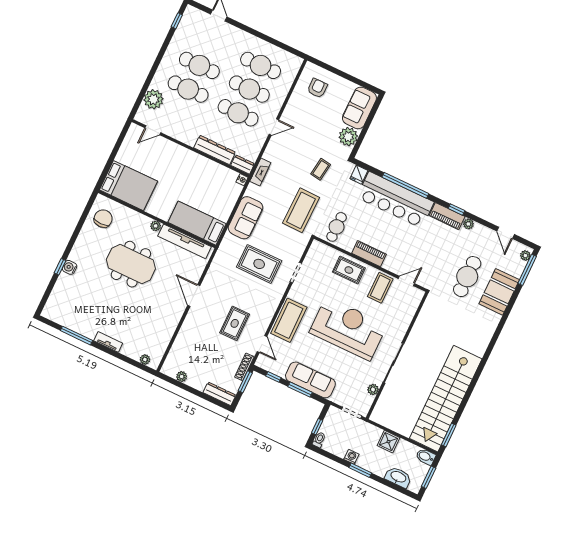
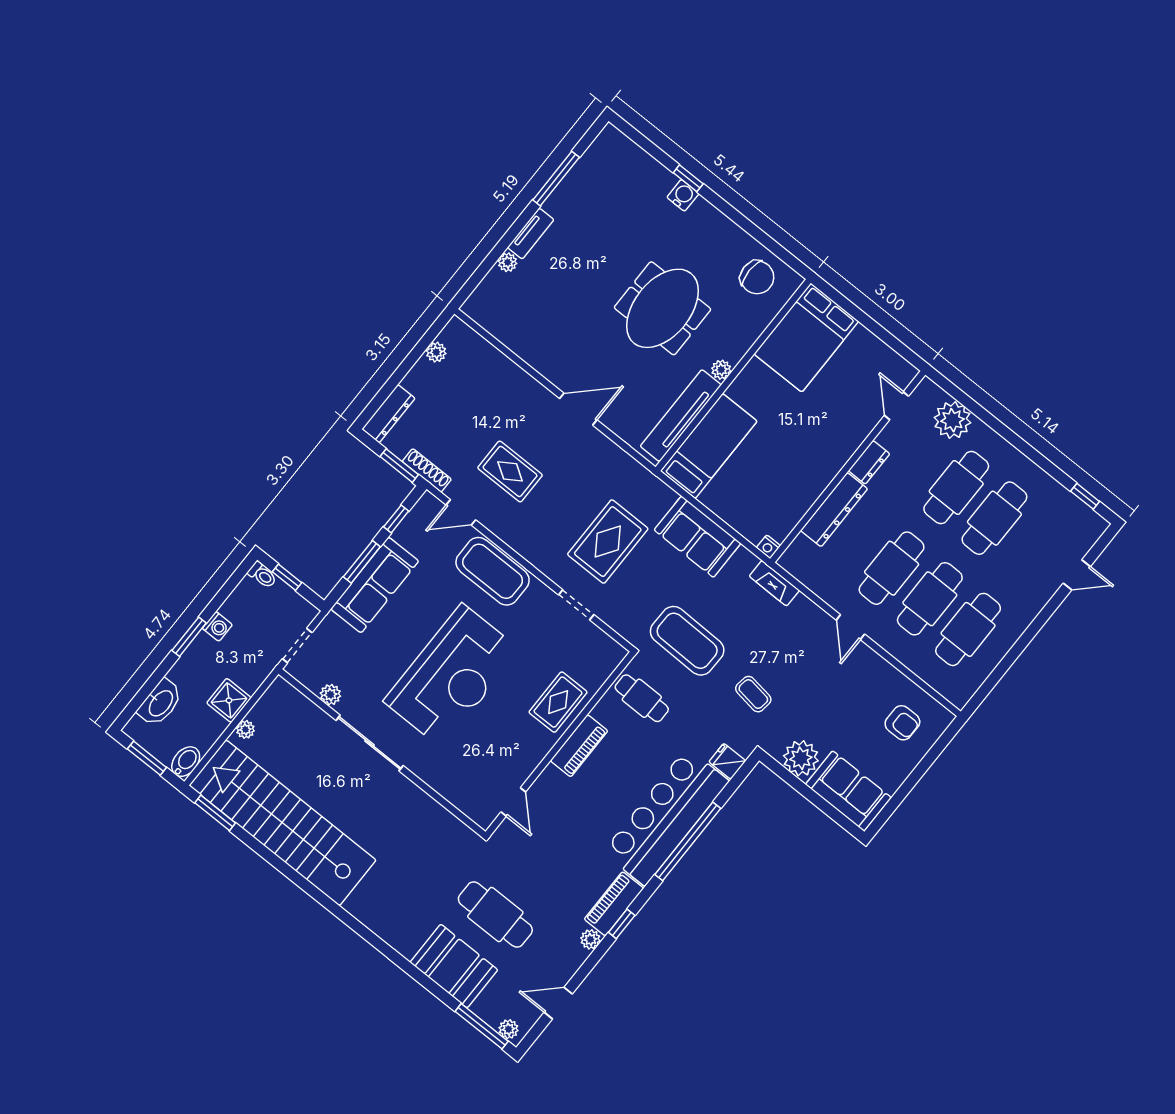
dresser: (243, 165) -> (869, 462), moved
coffee table: (380, 288) -> (512, 752), removed
plant: (145, 359) -> (508, 262), moved
plant: (402, 429) -> (245, 729), added

